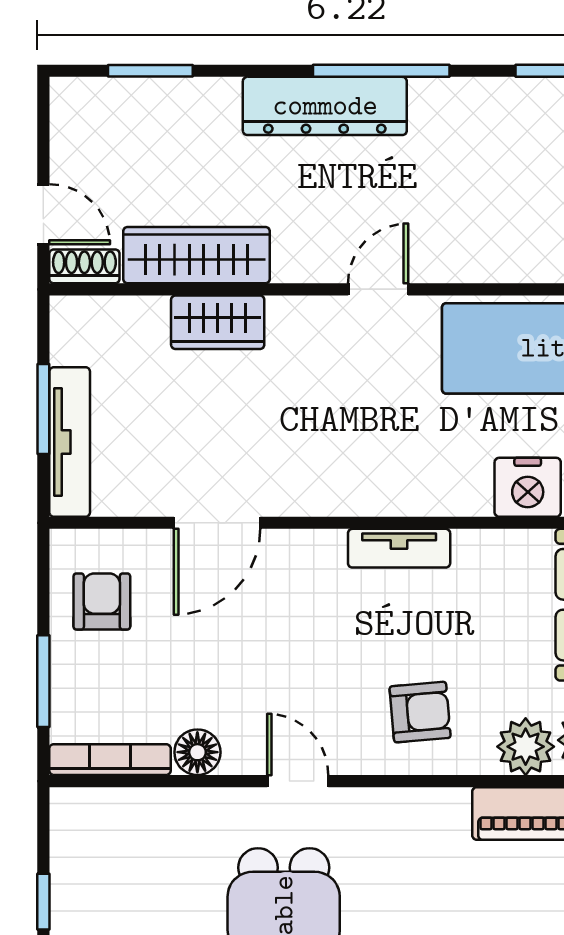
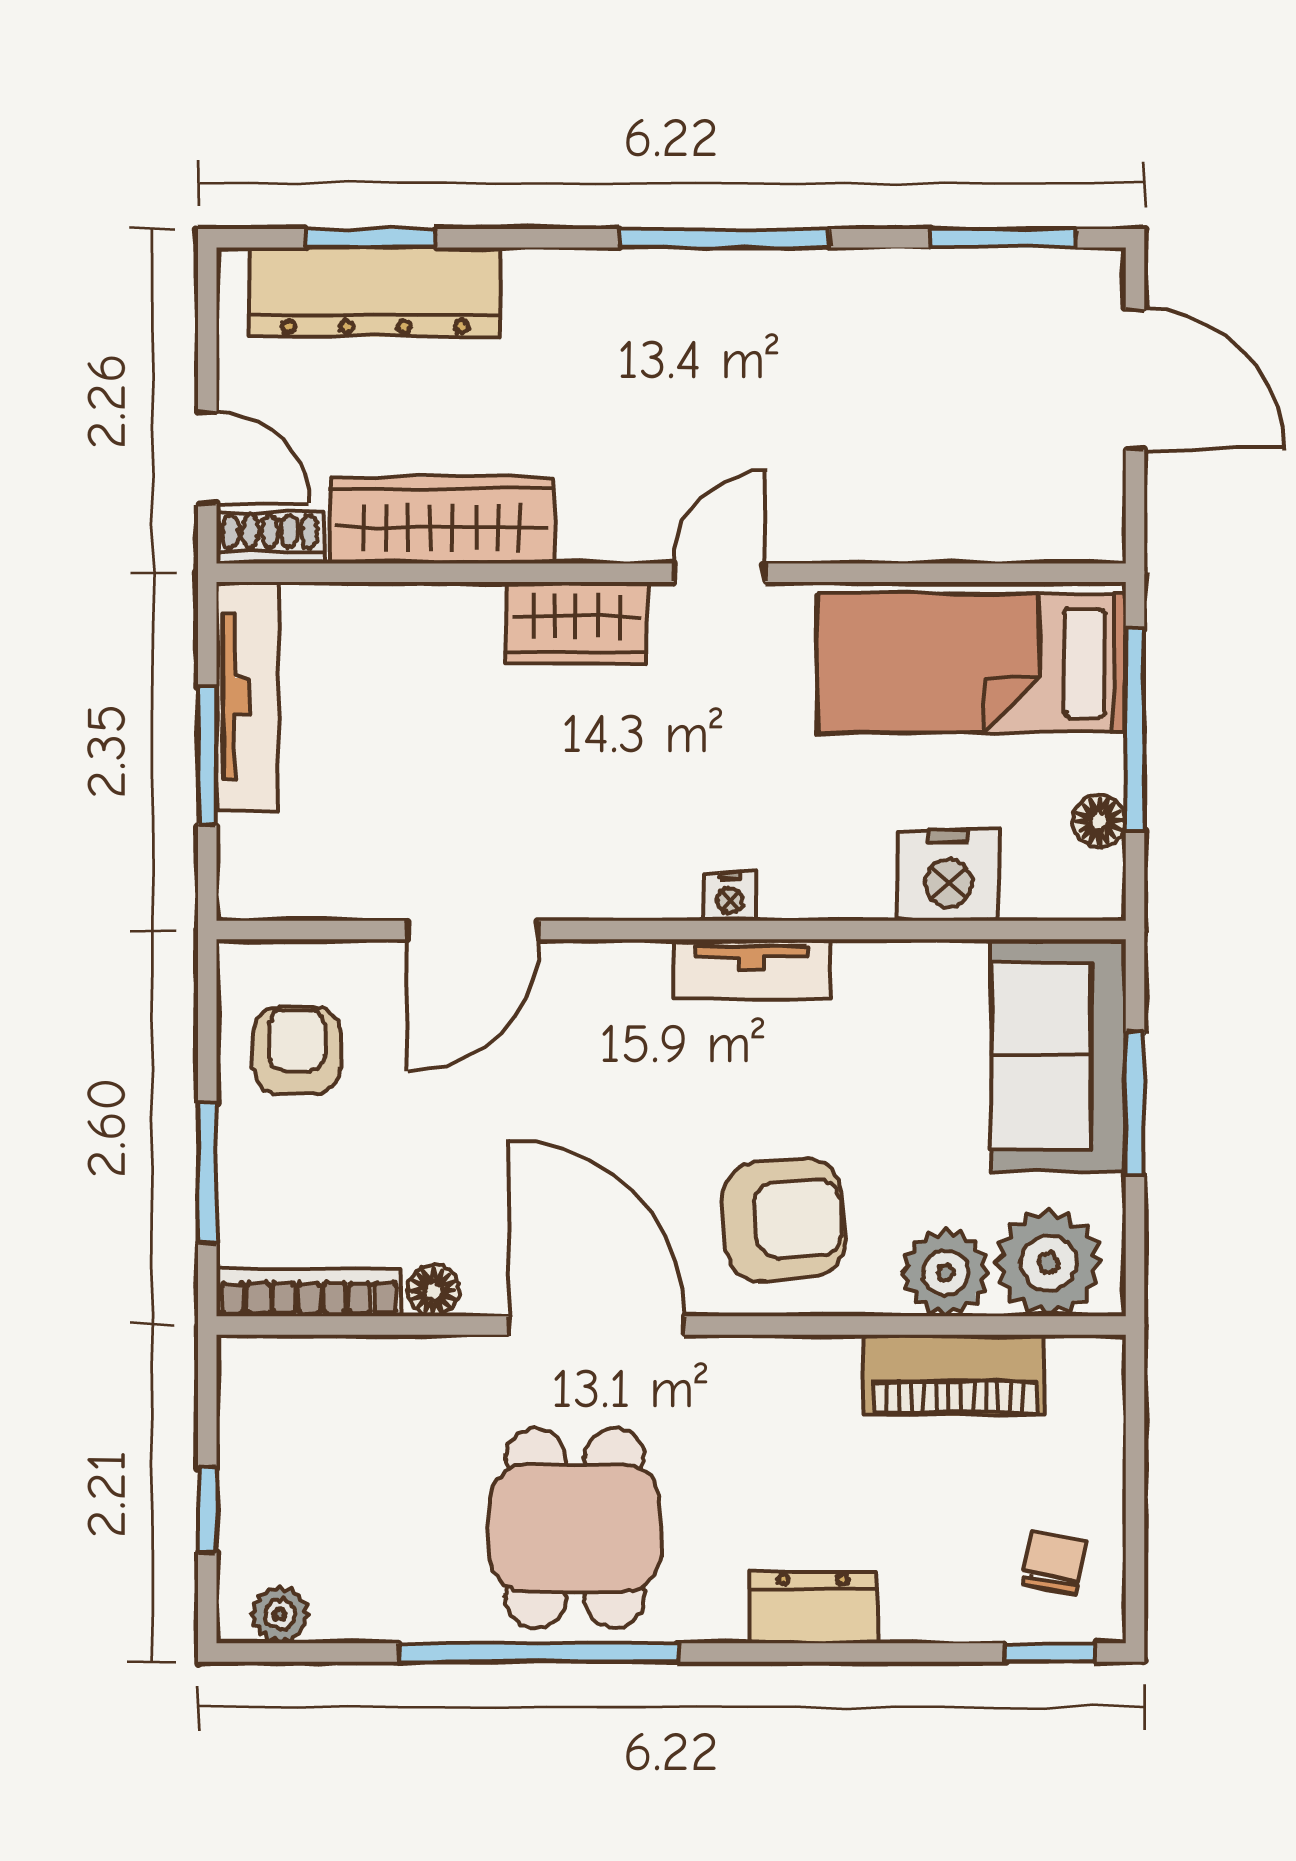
dresser: (325, 106) -> (375, 292), moved
wardrobe: (218, 322) -> (576, 623), moved
tv unit: (70, 442) -> (247, 696), moved
nightstand: (385, 501) -> (730, 897), added
armchair: (420, 712) -> (784, 1220), width x1.38, depth x1.38
floor lamp: (197, 752) -> (433, 1291), width x0.73, depth x0.73
door: (298, 781) -> (597, 1326), width x1.87

